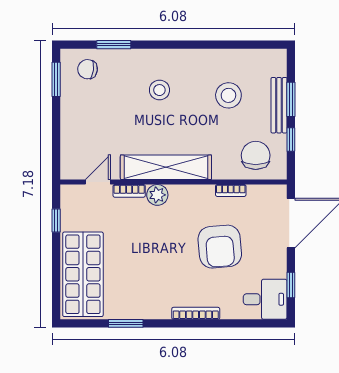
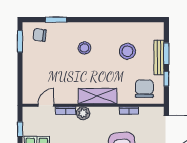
shelving: (166, 167) -> (98, 96), width x0.68

